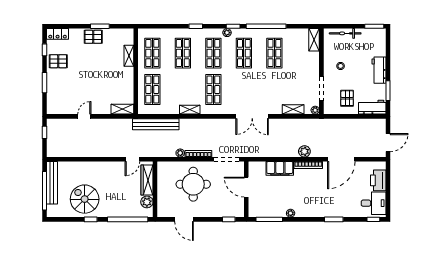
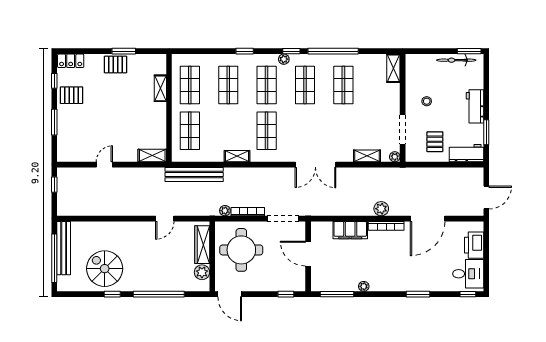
bicycle: (345, 33) -> (456, 60), moved
wardrobe: (147, 180) -> (202, 245), moved
wall: (155, 189) -> (212, 256), moved
plant: (147, 202) -> (202, 272), moved

